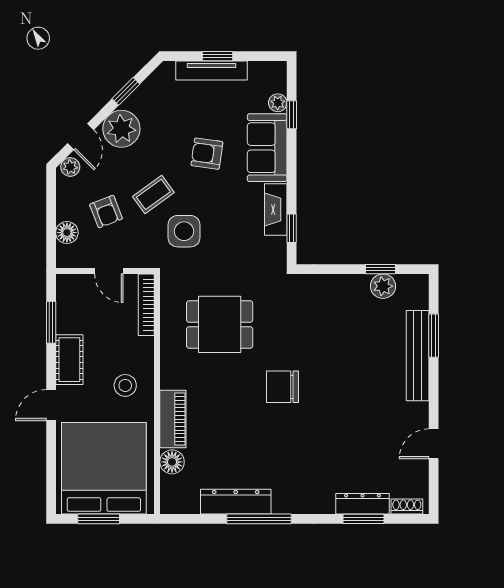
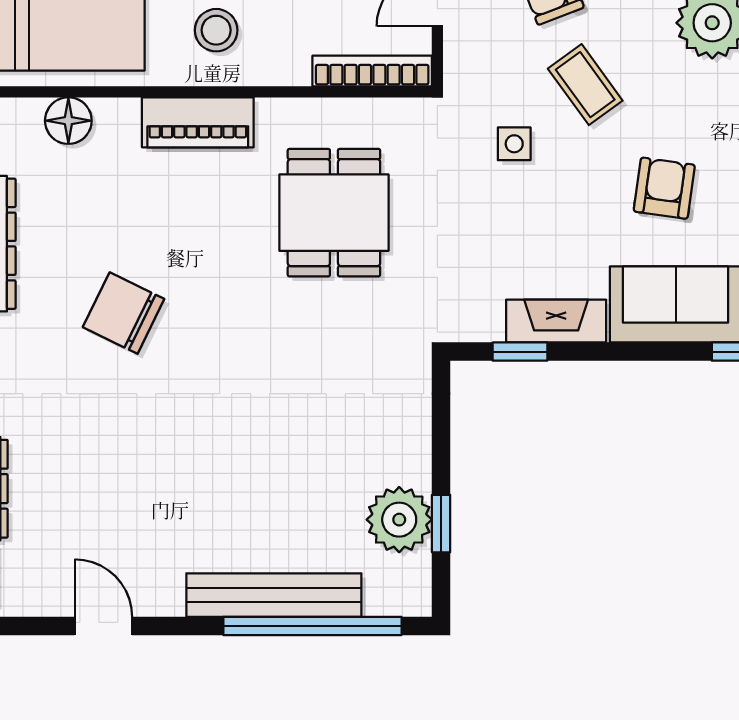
side table: (184, 231) -> (514, 144), width x0.54, depth x0.54
plant: (383, 286) -> (399, 520), width x1.36, depth x1.36
window: (434, 336) -> (312, 626), width x2.11
chair: (282, 387) -> (124, 313), moved, turned -64
piano: (173, 419) -> (198, 122), moved

